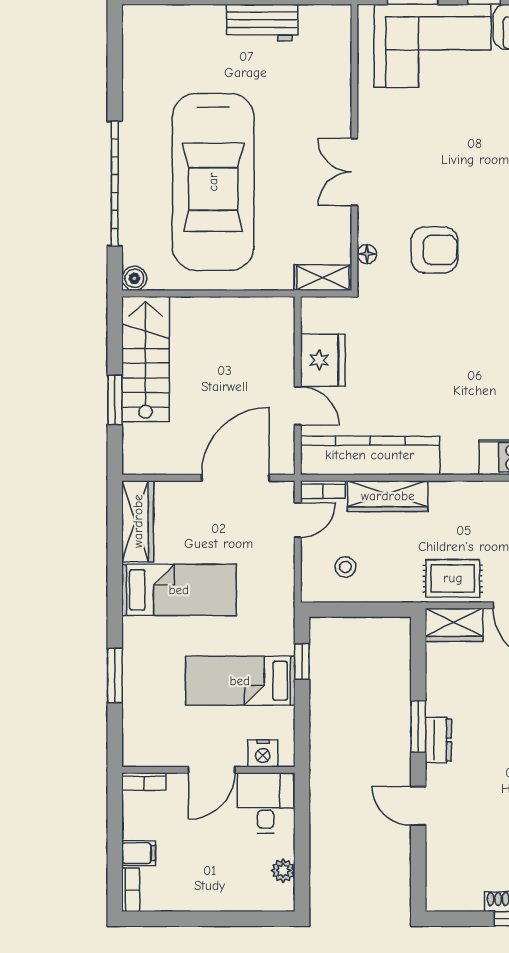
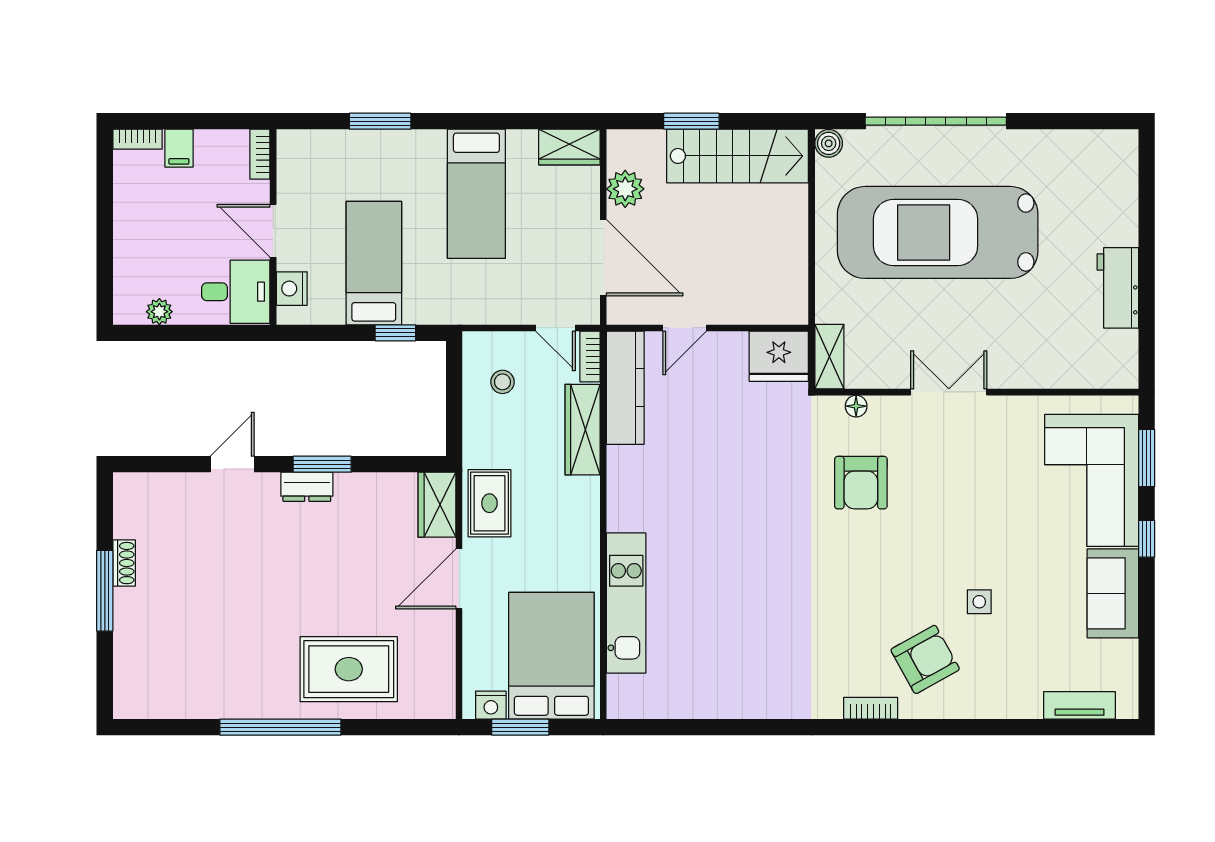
fridge: (323, 360) -> (779, 356), moved
kitchen counter: (370, 455) -> (625, 388), width x0.72, depth x0.86
plant: (175, 458) -> (625, 189), added
wardrobe: (138, 521) -> (569, 147), width x0.67

